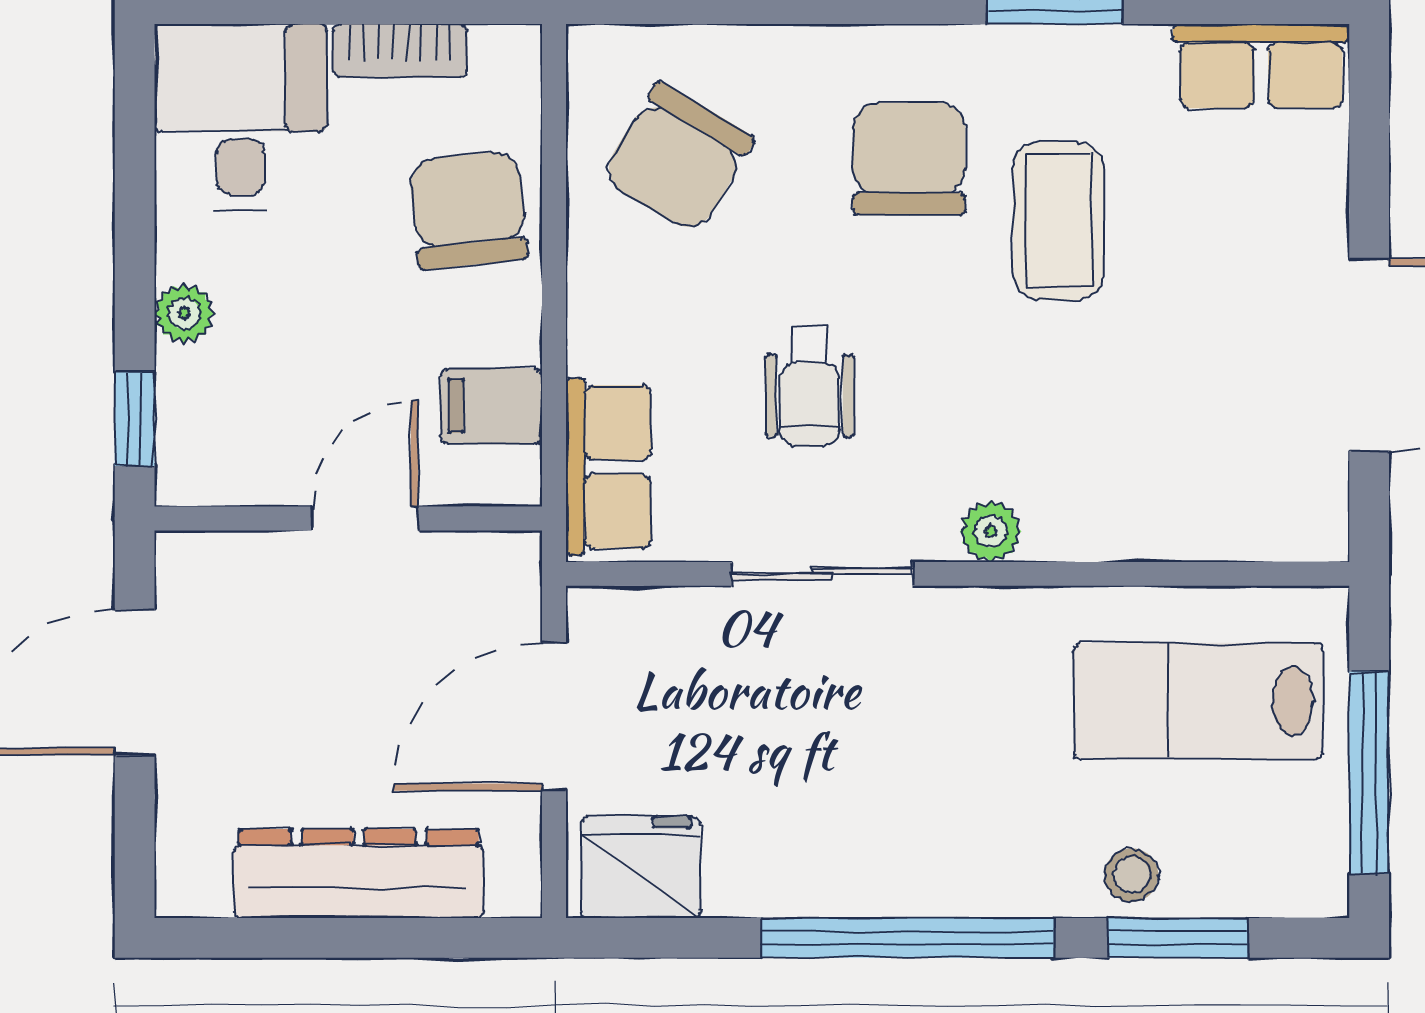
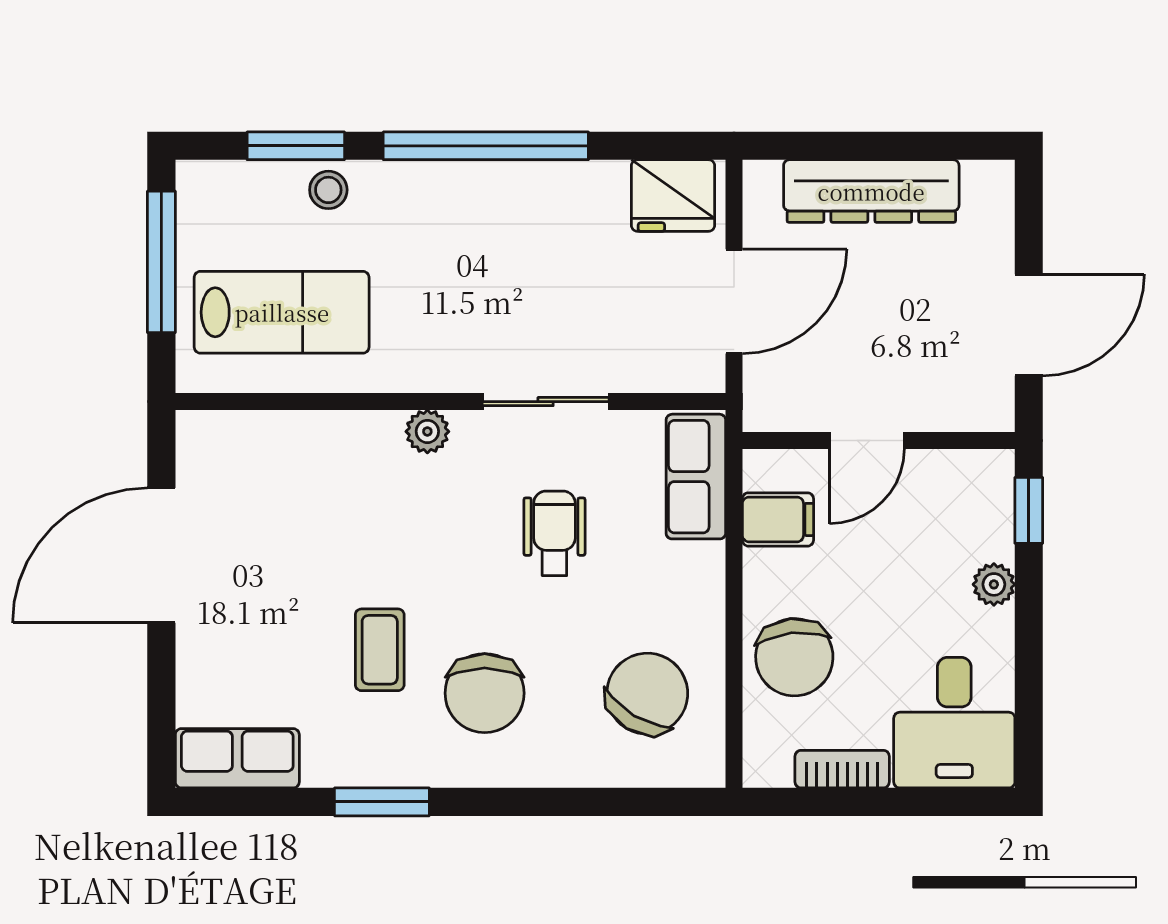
coffee table: (1058, 221) -> (380, 650), width x0.73, depth x0.77

